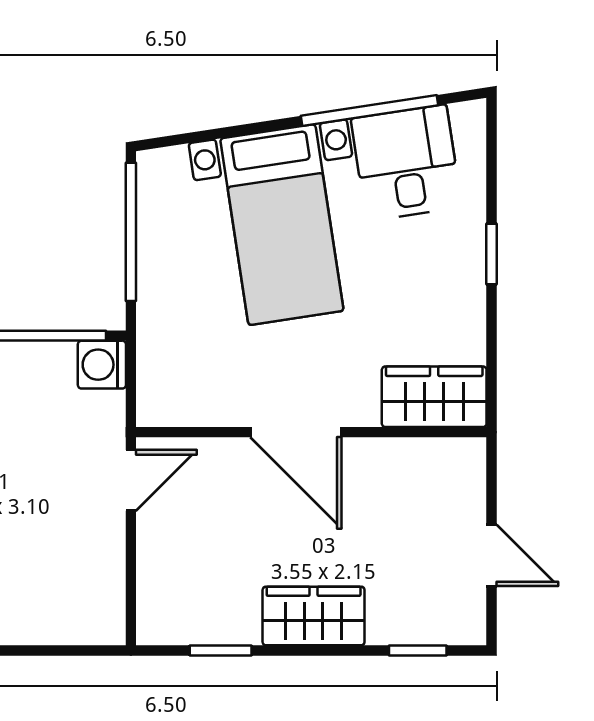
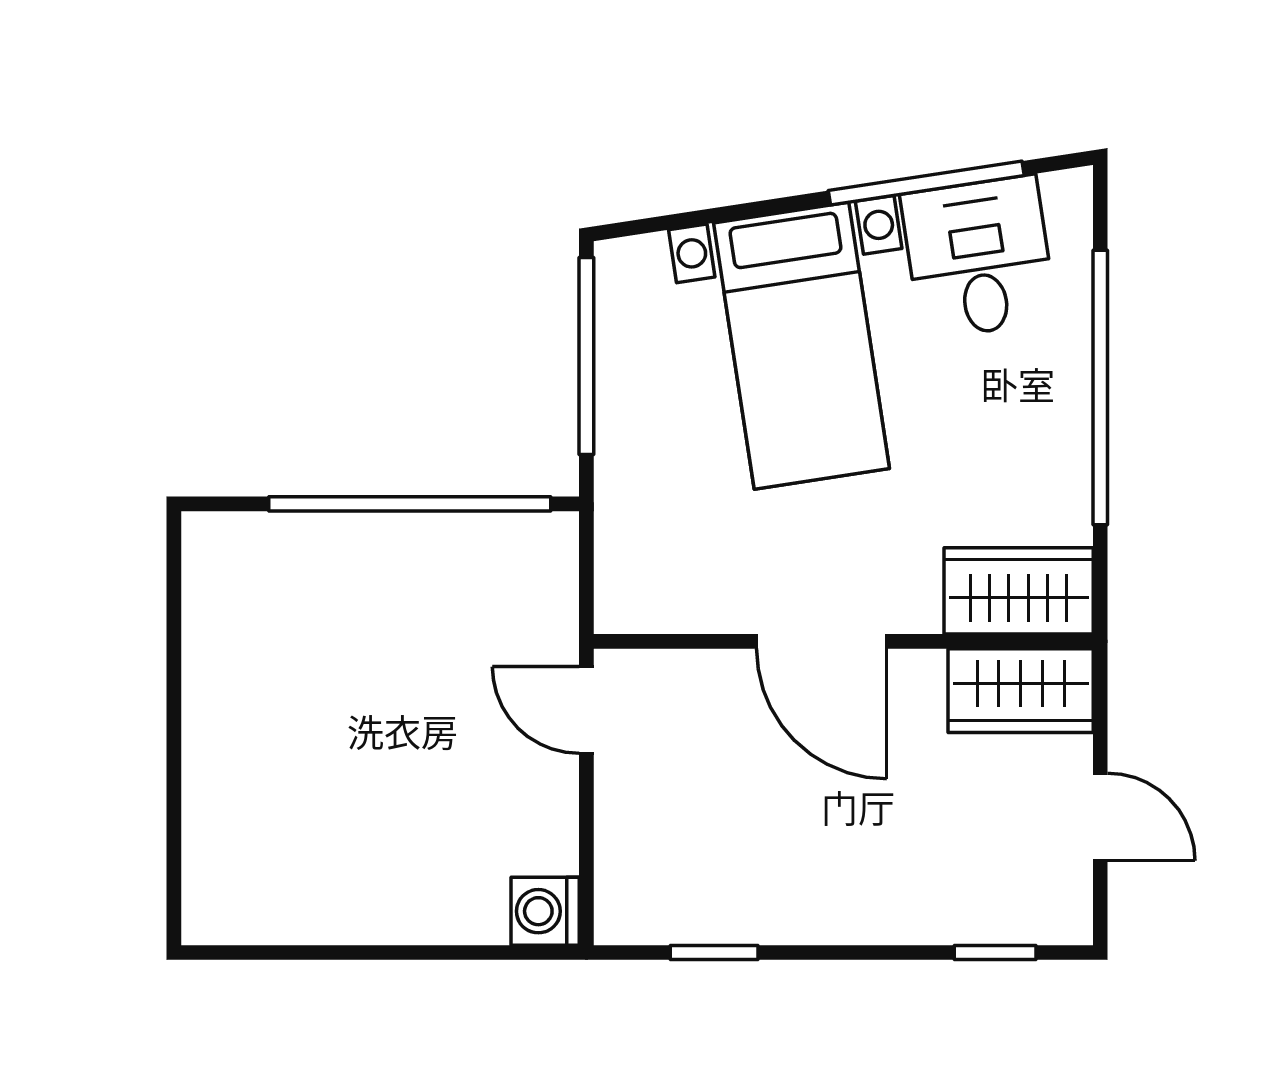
window: (492, 254) -> (1100, 388), width x3.17
washing machine: (102, 365) -> (545, 911), moved
door: (131, 480) -> (586, 710), swing flipped
wardrobe: (314, 616) -> (1021, 691), moved, turned 180

